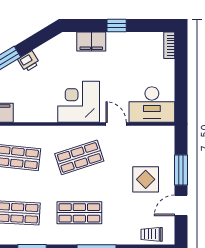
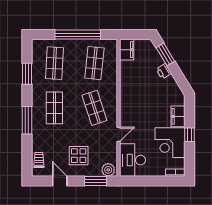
corner desk: (79, 102) -> (170, 143), moved, turned 180
plant: (165, 138) -> (108, 170), added
window: (181, 170) -> (95, 181), moved

